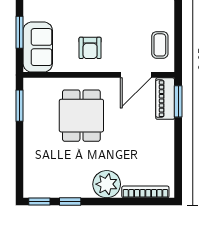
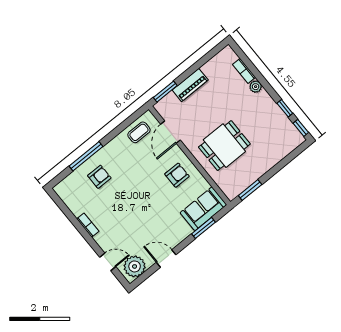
door: (136, 75) -> (170, 132), swing flipped
piano: (165, 99) -> (190, 85), moved
plant: (107, 184) -> (256, 87), width x0.53, depth x0.53
bookcase: (145, 192) -> (244, 71), width x0.64

